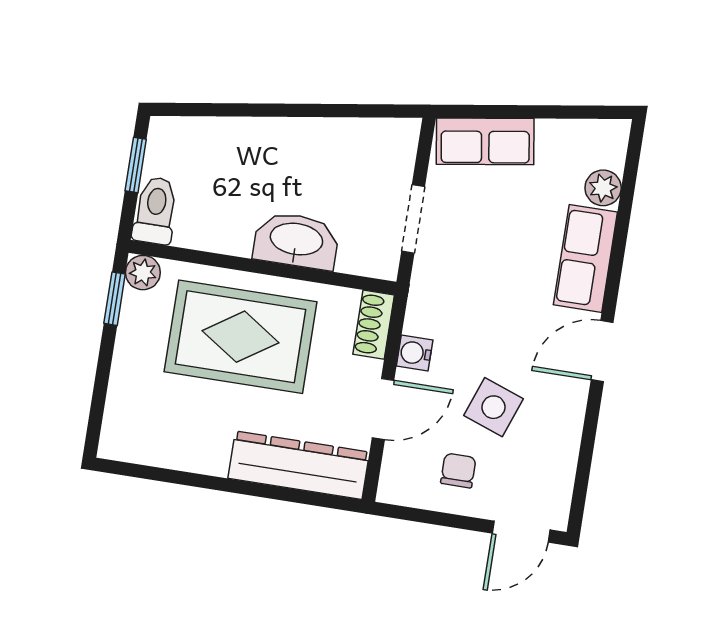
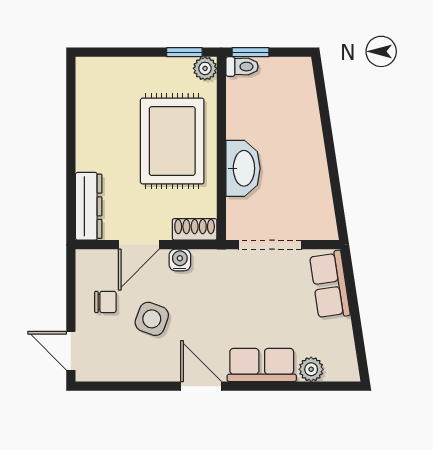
window: (136, 165) -> (251, 52), moved
toilet: (155, 210) -> (242, 67), width x0.73, depth x0.72
doorway: (413, 219) -> (270, 245), width x1.38
door: (383, 409) -> (139, 245), hinge flipped
dresser: (299, 465) -> (89, 206), width x0.73, depth x0.80

